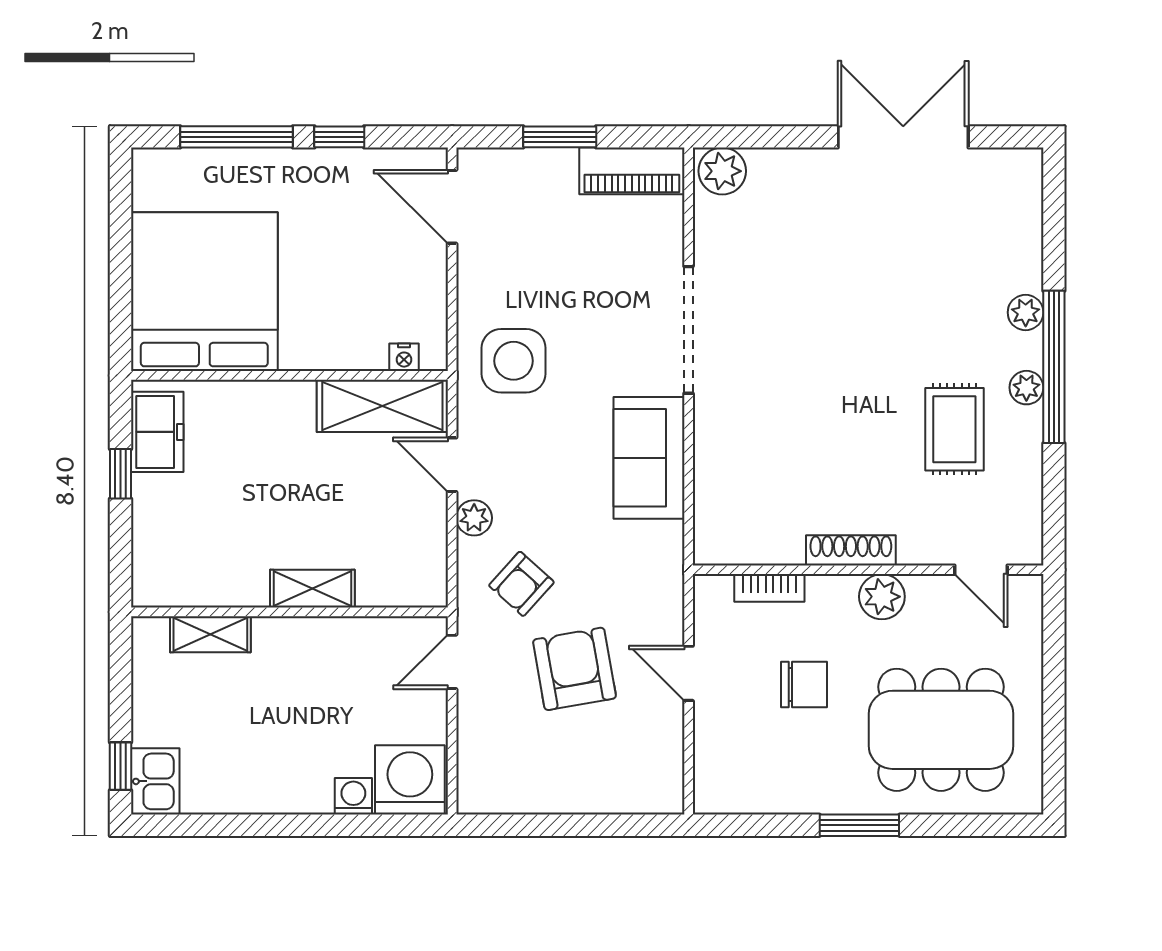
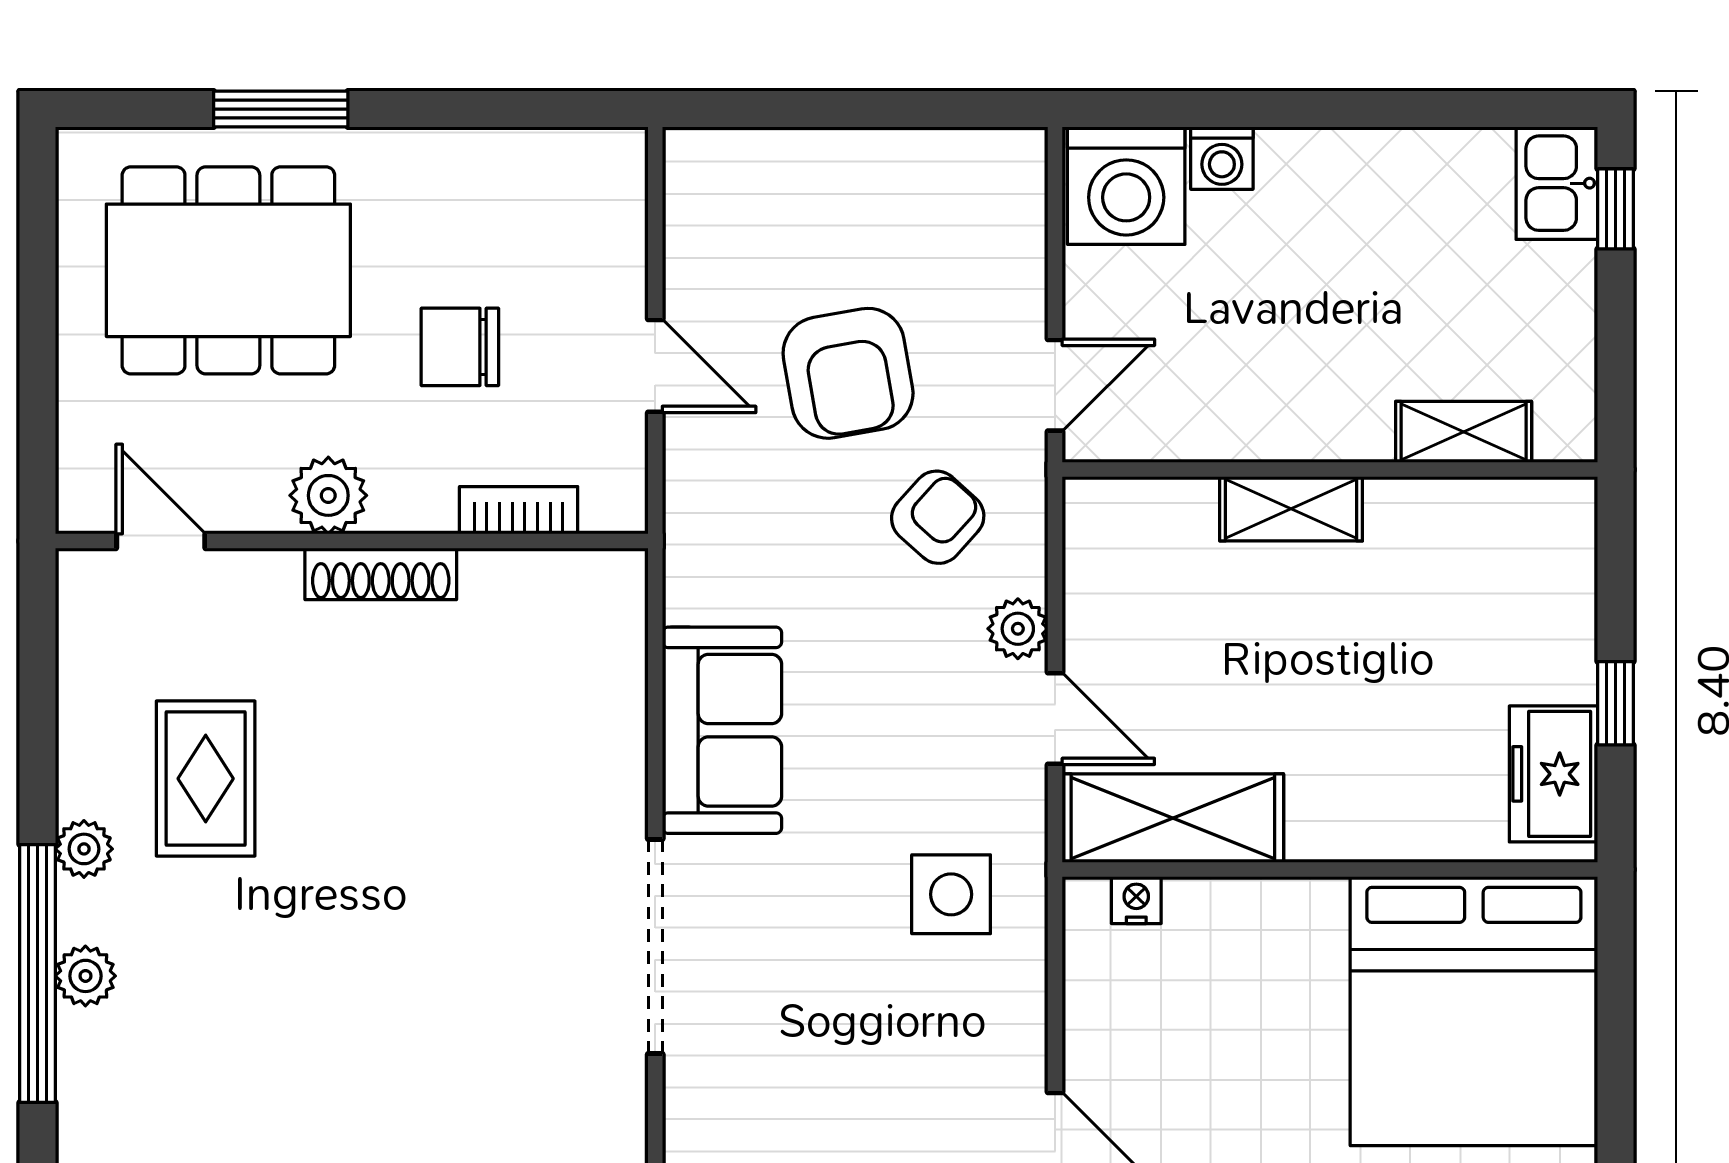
side table: (514, 361) -> (951, 894), width x0.73, depth x0.73
window: (1054, 367) -> (38, 974), moved
window: (859, 825) -> (281, 109), moved

